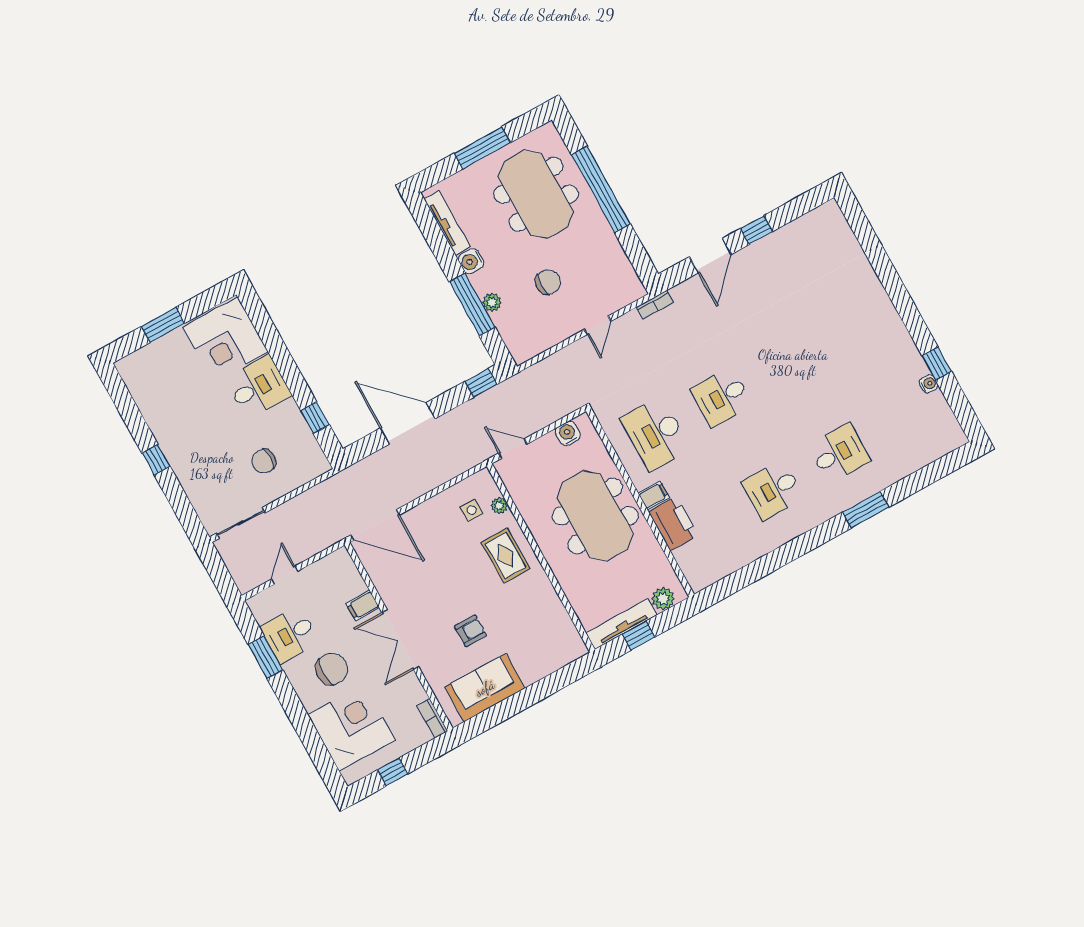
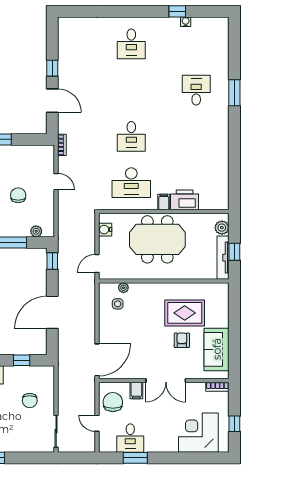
plant: (492, 302) -> (36, 231), moved
desk: (773, 490) -> (131, 44), moved
rug: (506, 555) -> (185, 313), moved, width x1.36, depth x1.43
chair: (332, 669) -> (113, 402), moved

